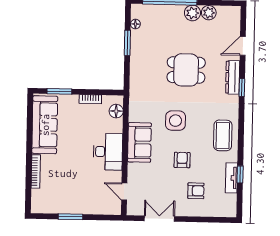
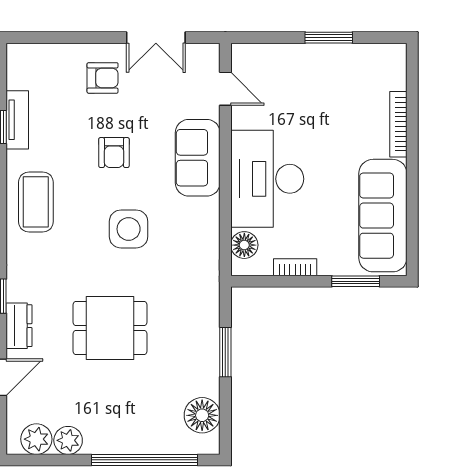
plant: (192, 13) -> (36, 439), moved
floor lamp: (135, 24) -> (202, 415), width x1.89, depth x1.89
window: (127, 43) -> (225, 352), moved
dresser: (233, 77) -> (19, 326), width x0.70
sofa: (139, 142) -> (198, 158), moved
desk: (108, 152) -> (267, 179), width x1.36, depth x1.30
armchair: (196, 191) -> (103, 78), moved, turned 180

